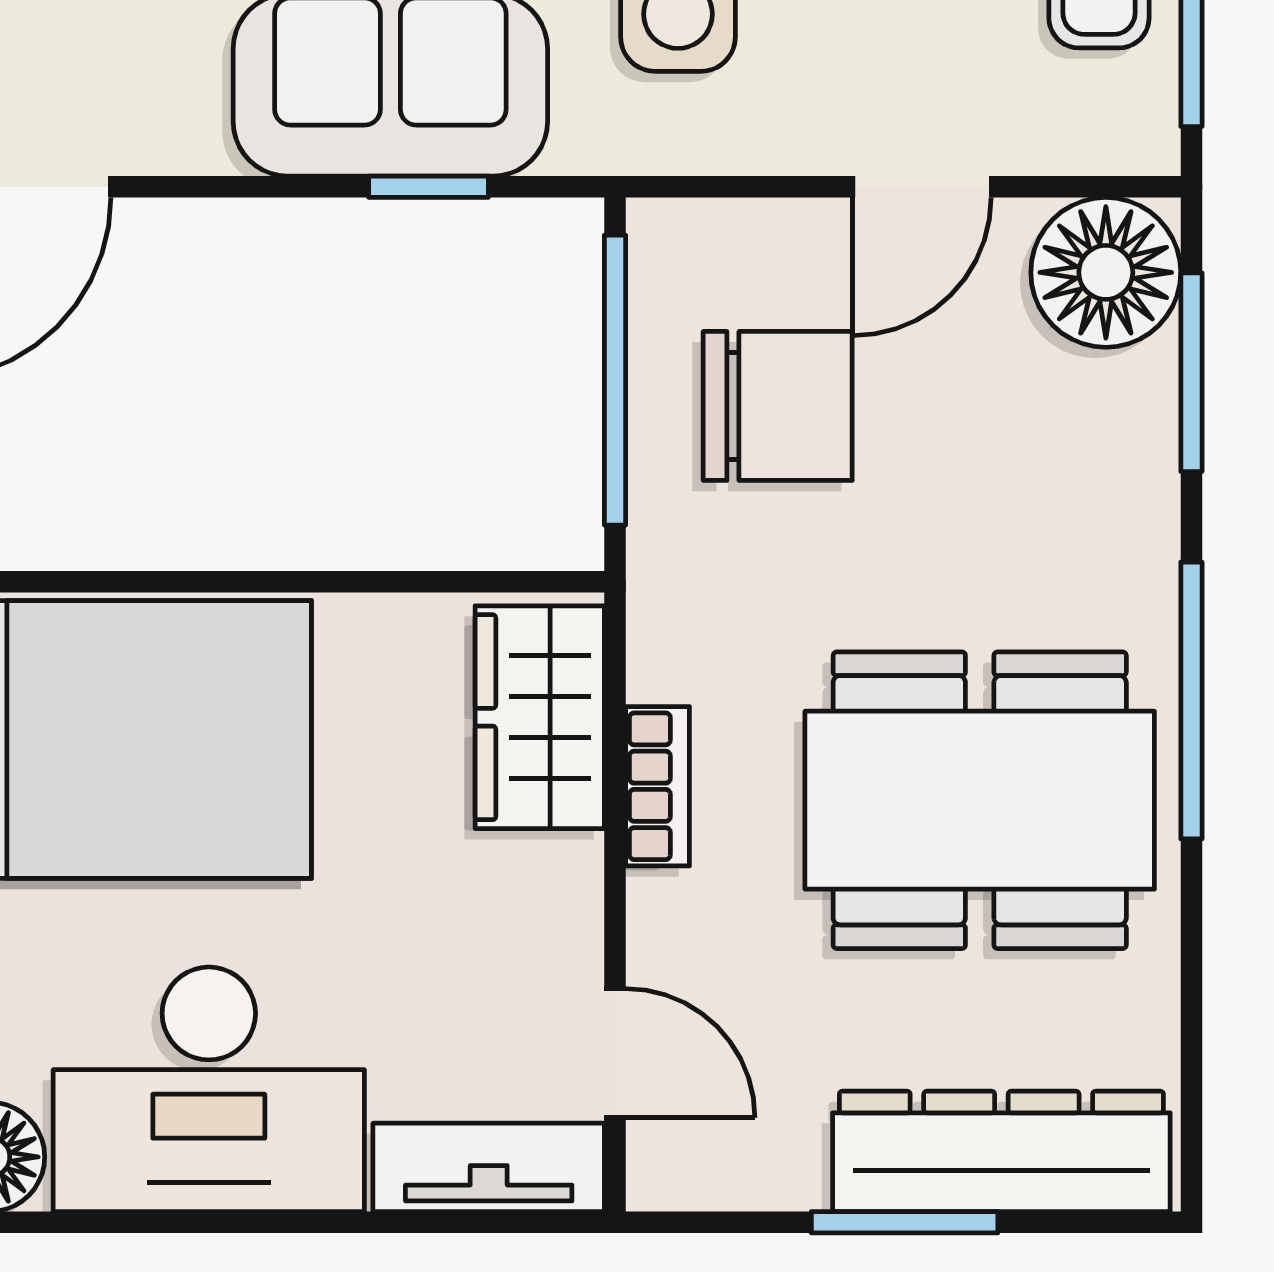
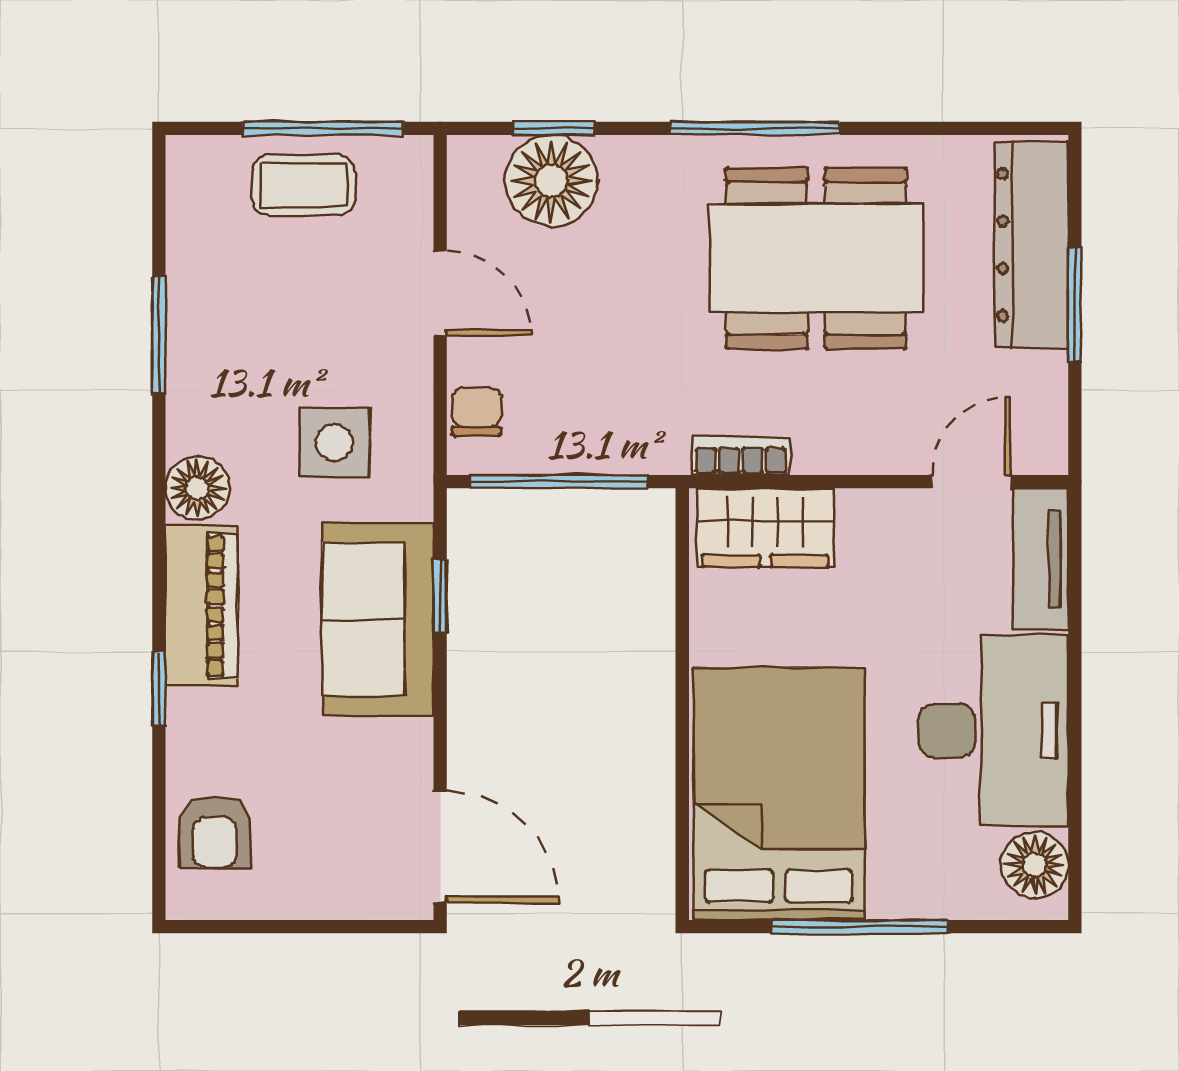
floor lamp: (1106, 272) -> (551, 181), moved
window: (1191, 372) -> (554, 128), width x0.67
chair: (778, 406) -> (477, 412), moved, width x0.54, depth x0.54
bookcase: (658, 786) -> (741, 456), moved
dining table: (980, 800) -> (816, 258), turned 90

